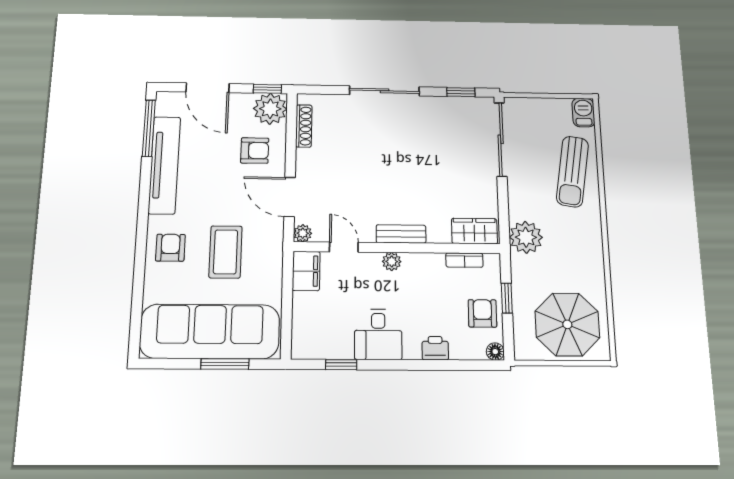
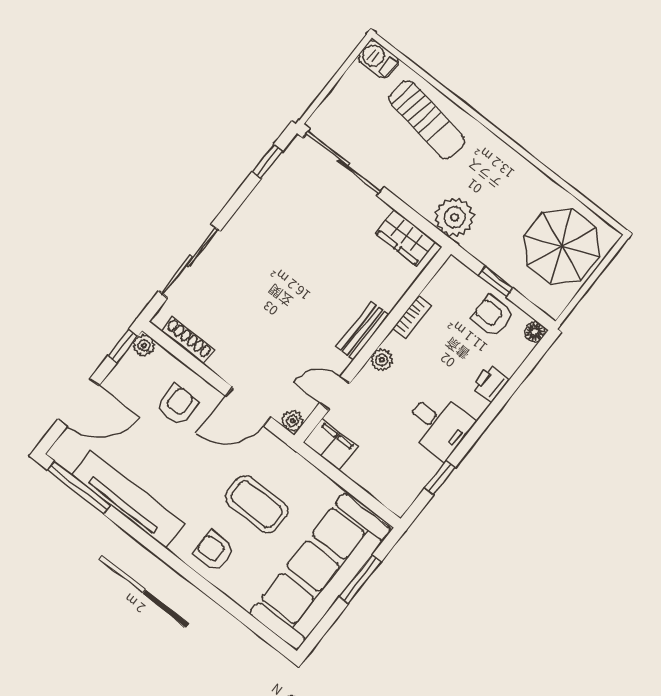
sliding door: (385, 91) -> (189, 261), moved
plant: (270, 109) -> (144, 345), width x0.53, depth x0.53
wardrobe: (474, 231) -> (405, 238), moved, turned -90
bookcase: (464, 260) -> (412, 317), moved

